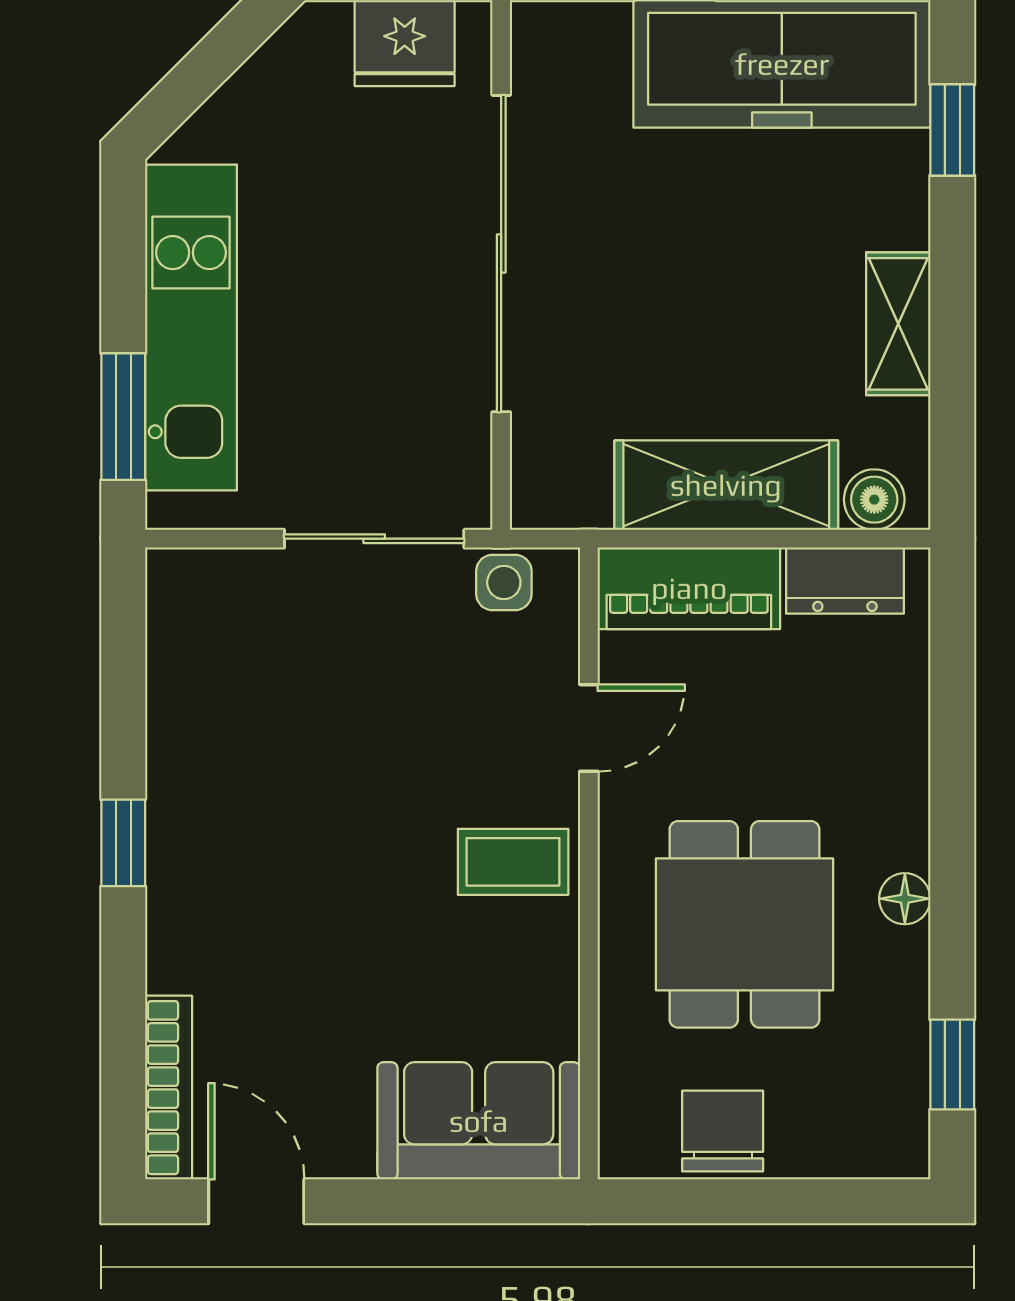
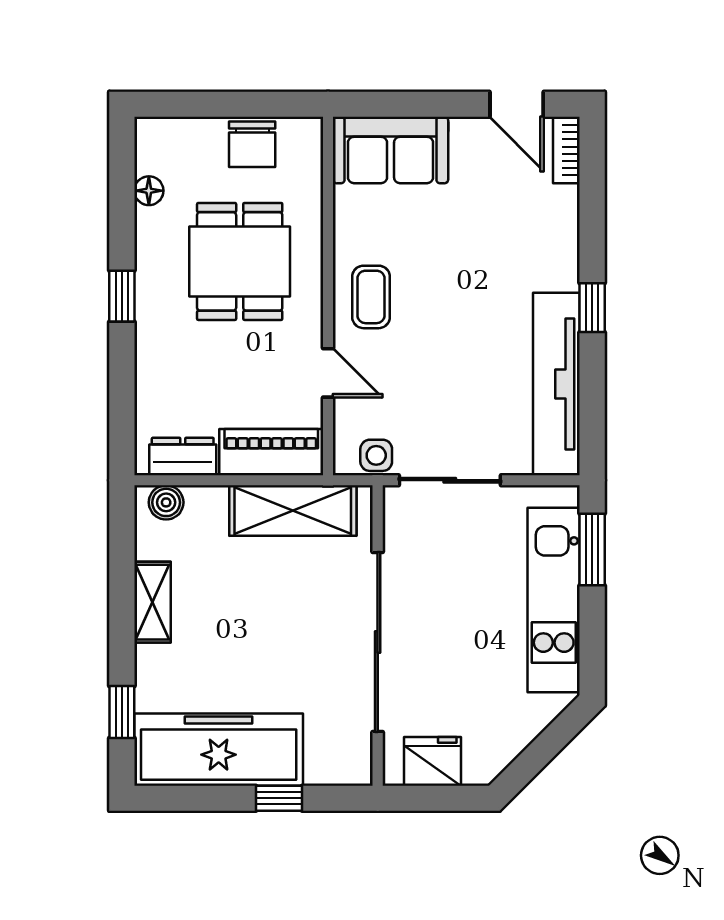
shelving: (726, 485) -> (293, 511), moved
tv unit: (186, 708) -> (556, 384), added
door: (589, 728) -> (328, 373), swing flipped
coffee table: (513, 862) -> (371, 297), turned 90
floor lamp: (905, 899) -> (149, 191), moved
window: (952, 1065) -> (122, 296), moved
bookcase: (169, 1088) -> (566, 150), width x0.64

